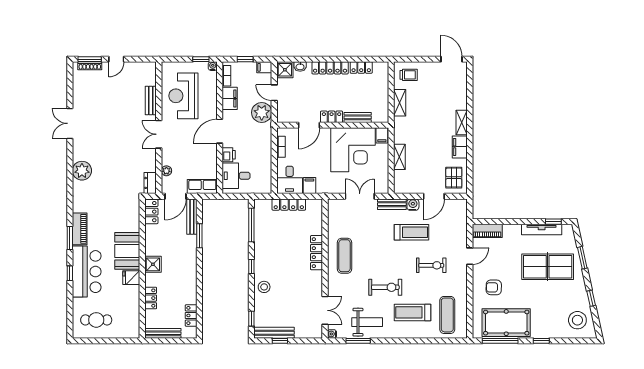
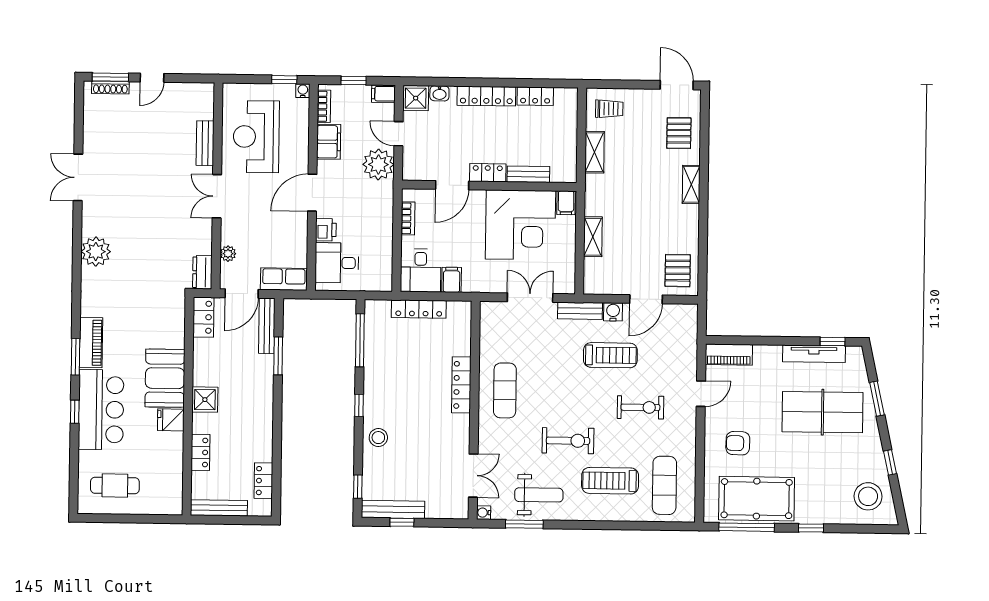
pallet: (453, 90) -> (679, 133), added
filing cabinet: (460, 147) -> (688, 223), removed

